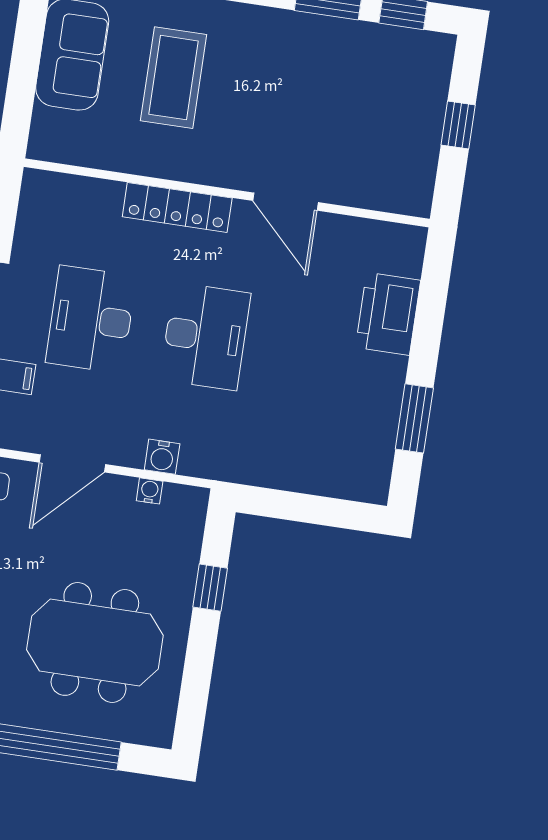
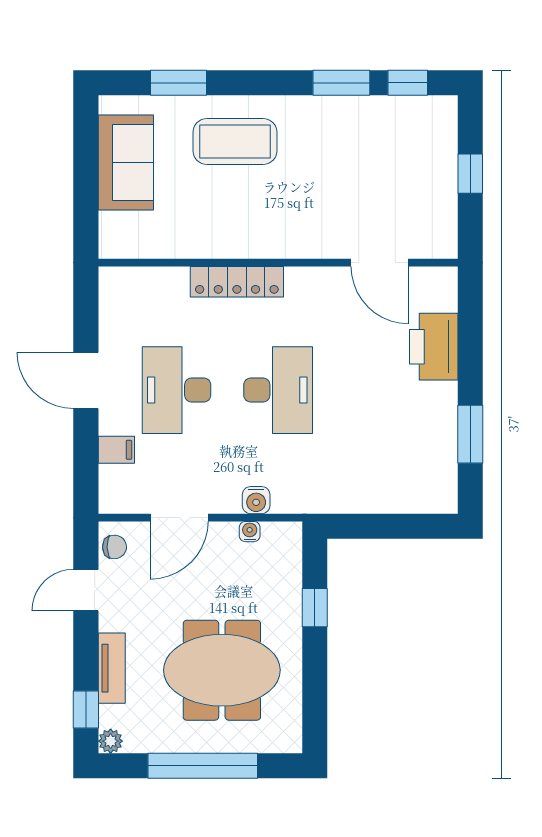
coffee table: (174, 78) -> (235, 142), moved, turned 90
door: (286, 202) -> (380, 263), moved

